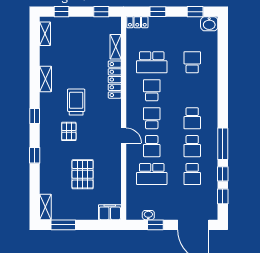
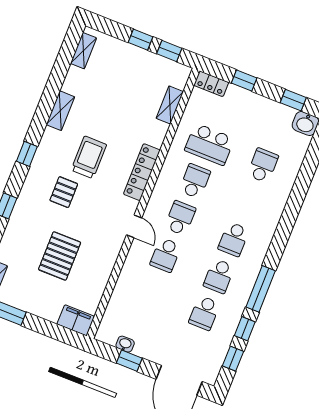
window: (61, 12) -> (140, 40), moved
locker: (115, 80) -> (142, 172), moved
school desk: (152, 174) -> (151, 292), removed

